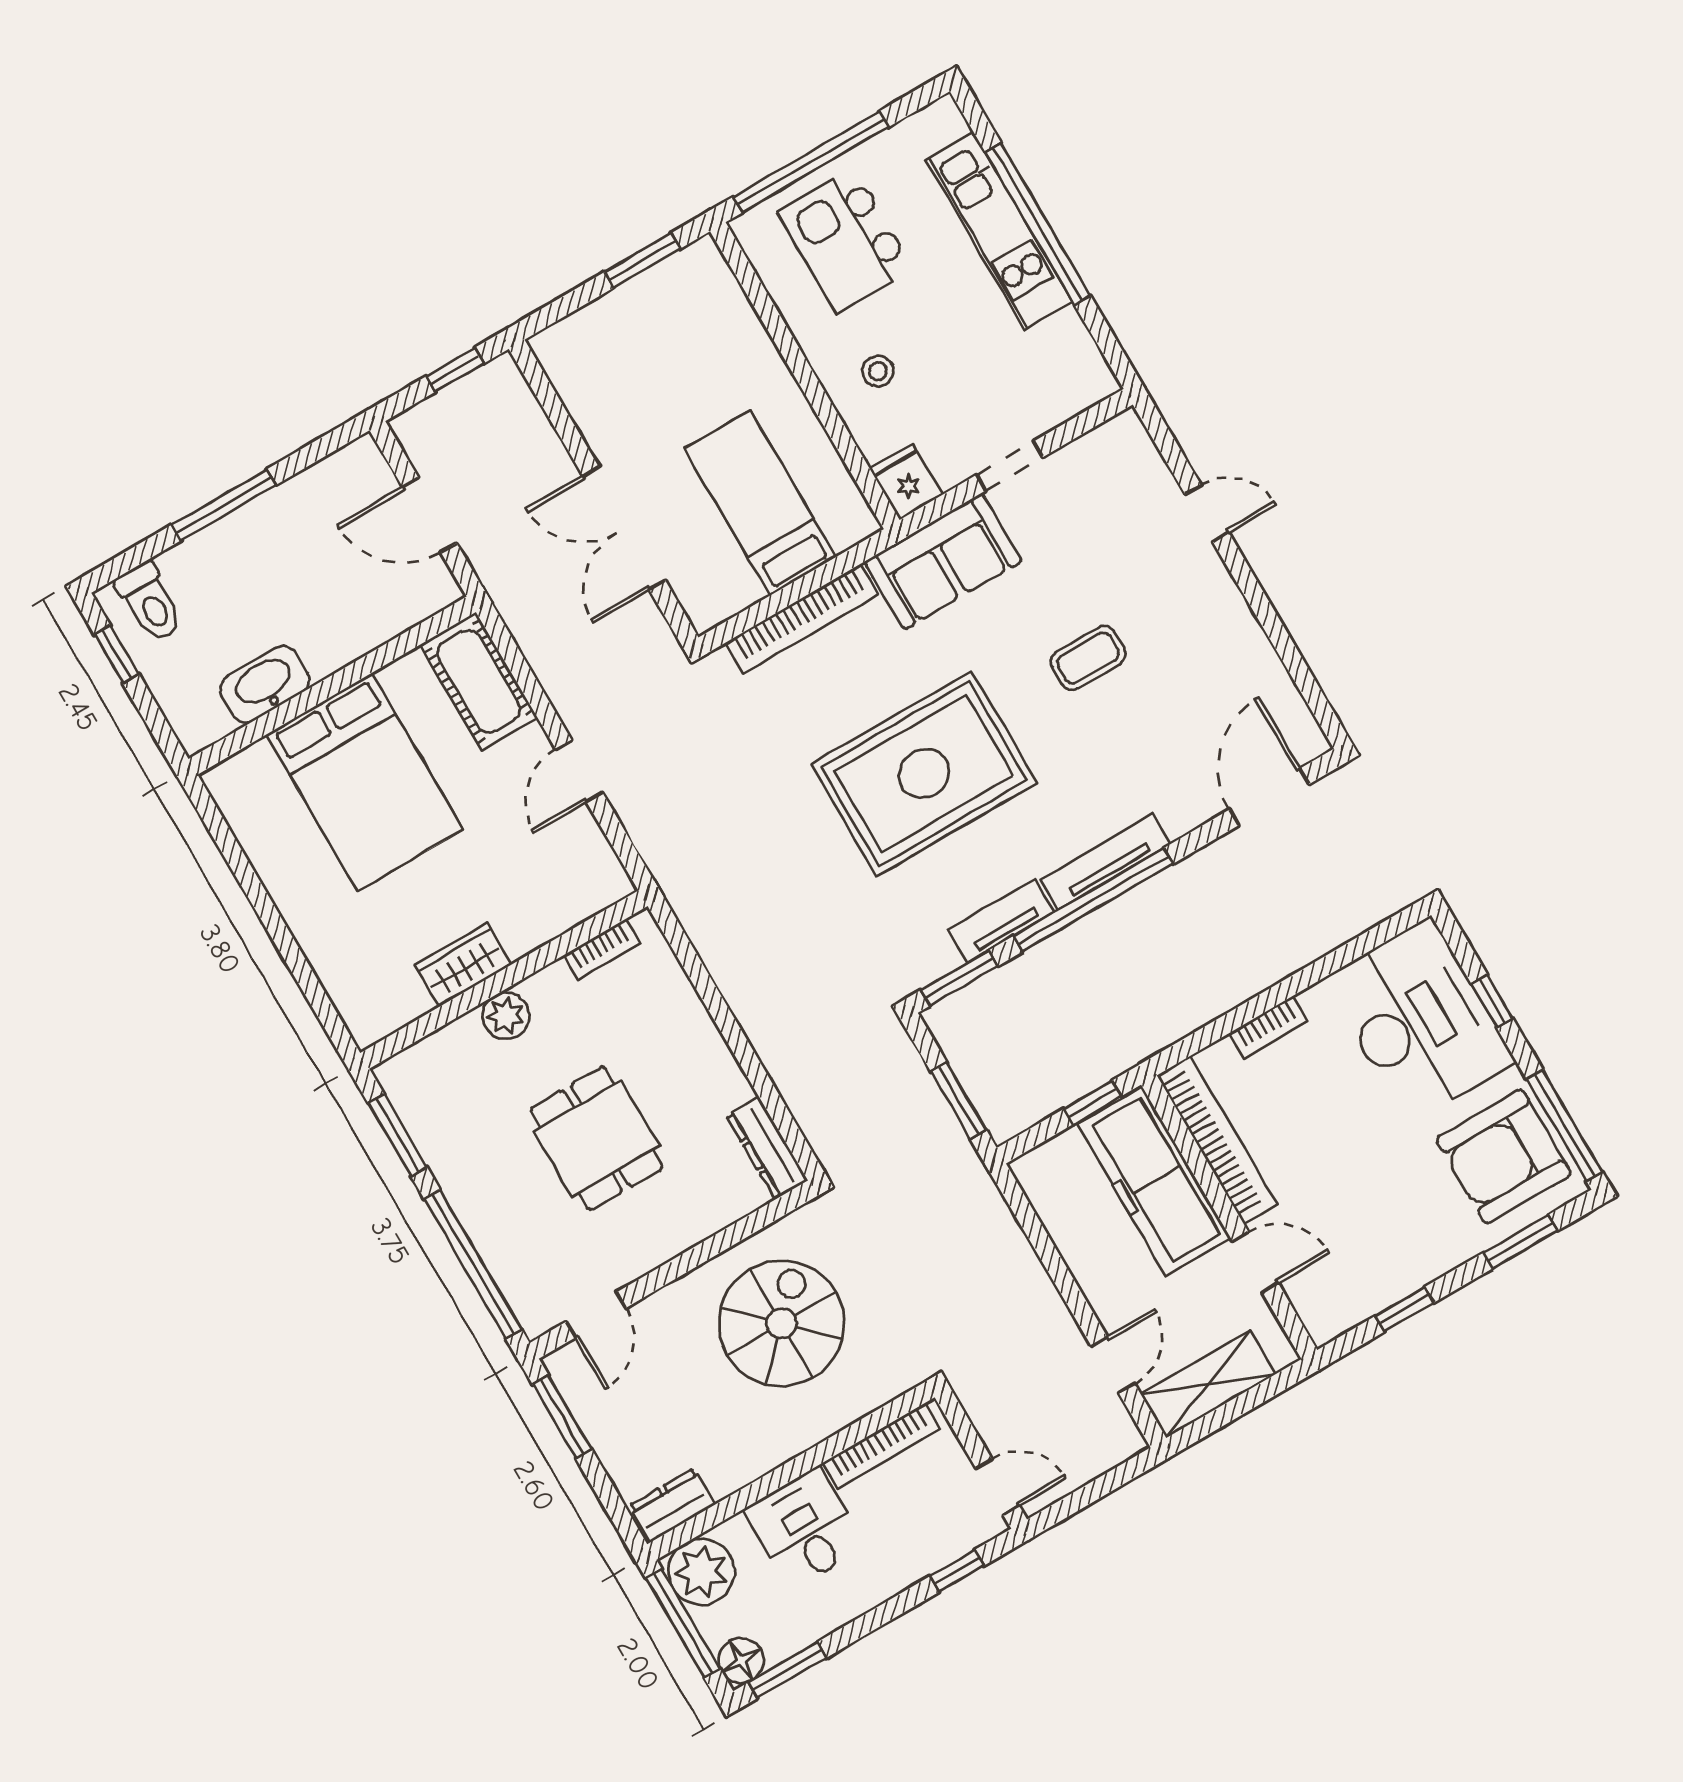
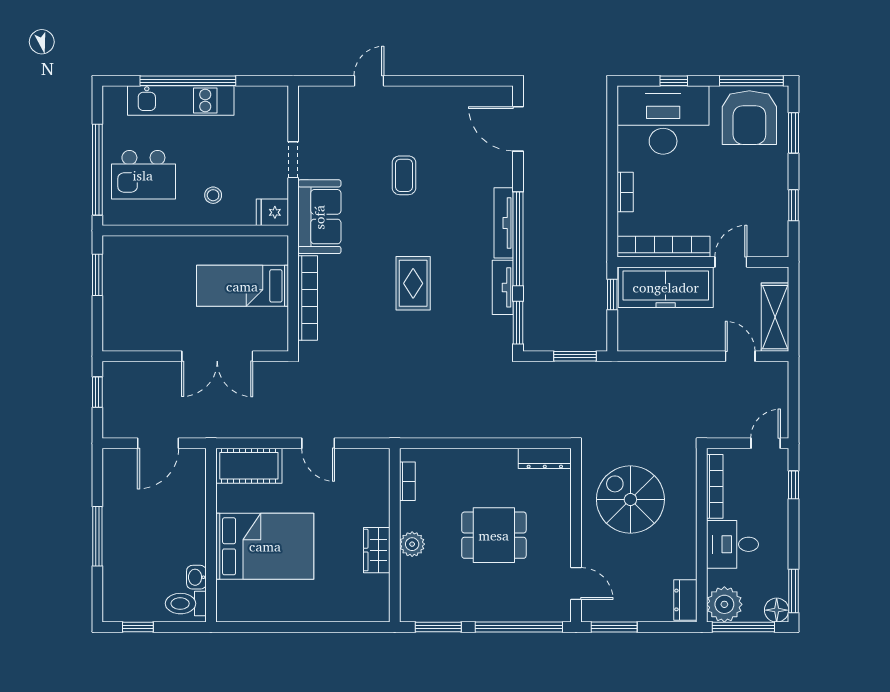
toilet: (150, 602) -> (186, 604), moved, turned 180
washbasin: (265, 684) -> (196, 577), width x0.52, depth x0.69
rug: (924, 774) -> (413, 283), width x0.54, depth x0.49

